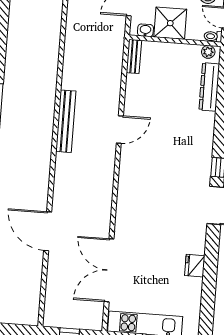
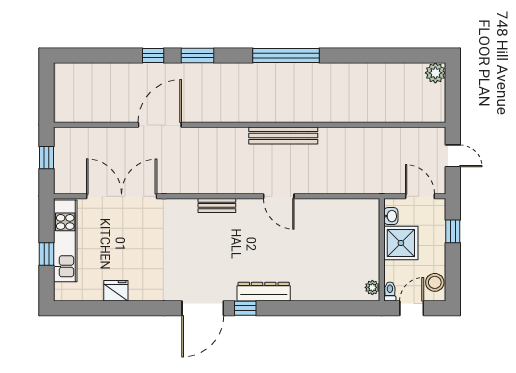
bench: (134, 56) -> (217, 205), moved
dresser: (209, 87) -> (264, 292), moved
fridge: (195, 266) -> (116, 291), moved

